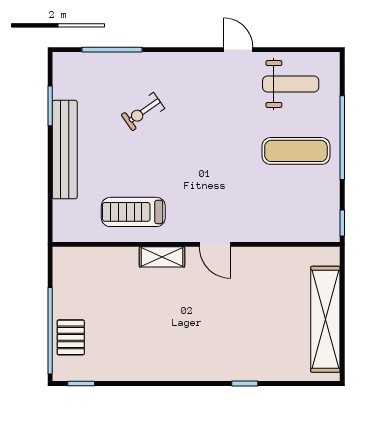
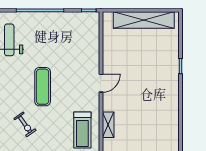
exercise mat: (296, 151) -> (43, 87), moved
shelving: (162, 257) -> (108, 125), moved

